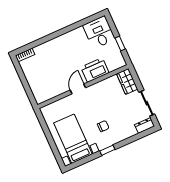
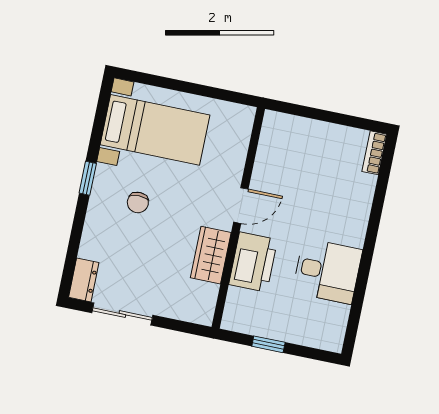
desk: (99, 32) -> (327, 271), moved
wardrobe: (127, 81) -> (211, 255), moved, turned -90
door: (78, 89) -> (241, 206), hinge flipped

